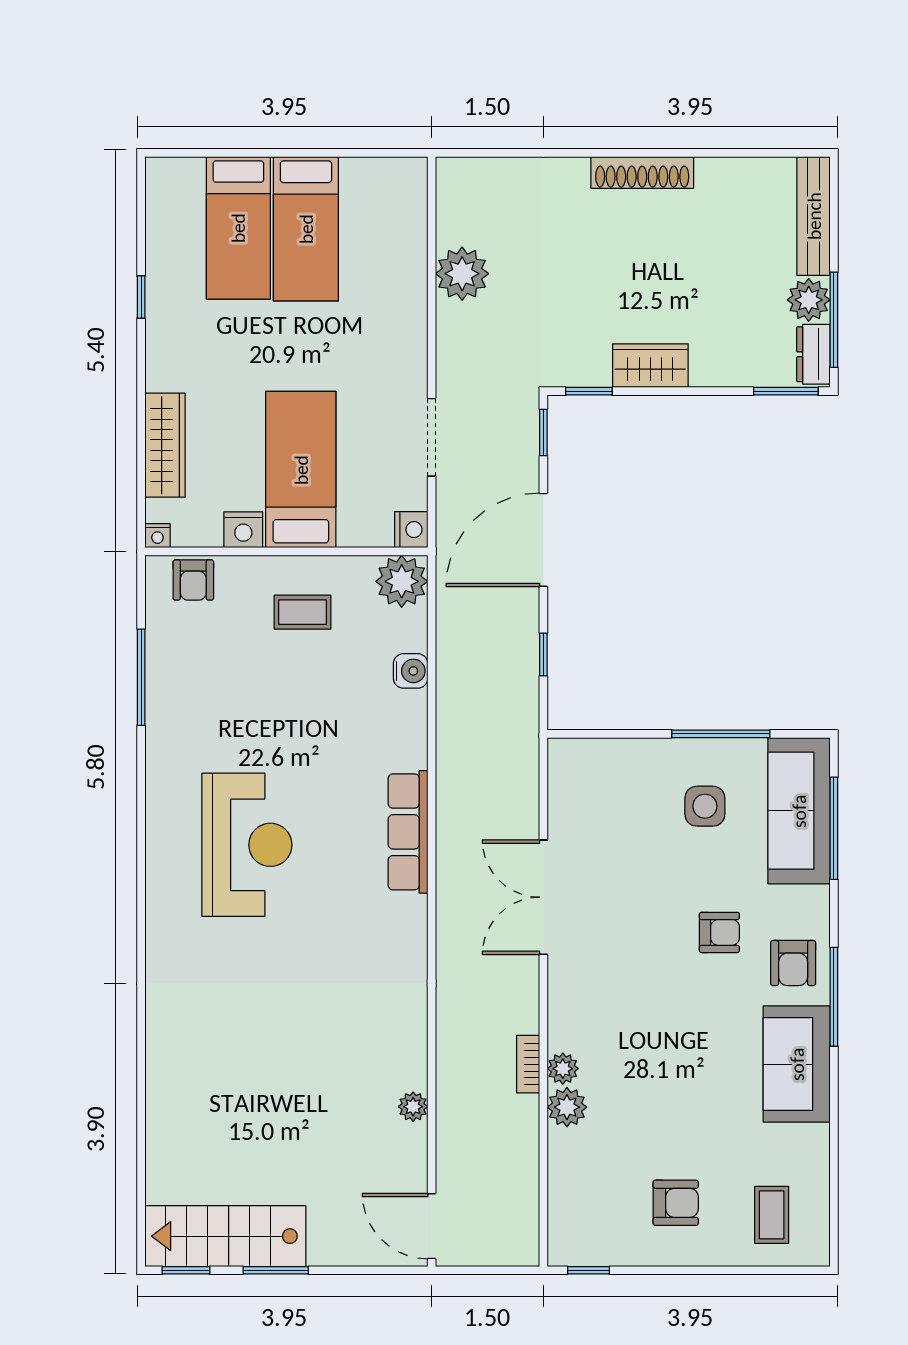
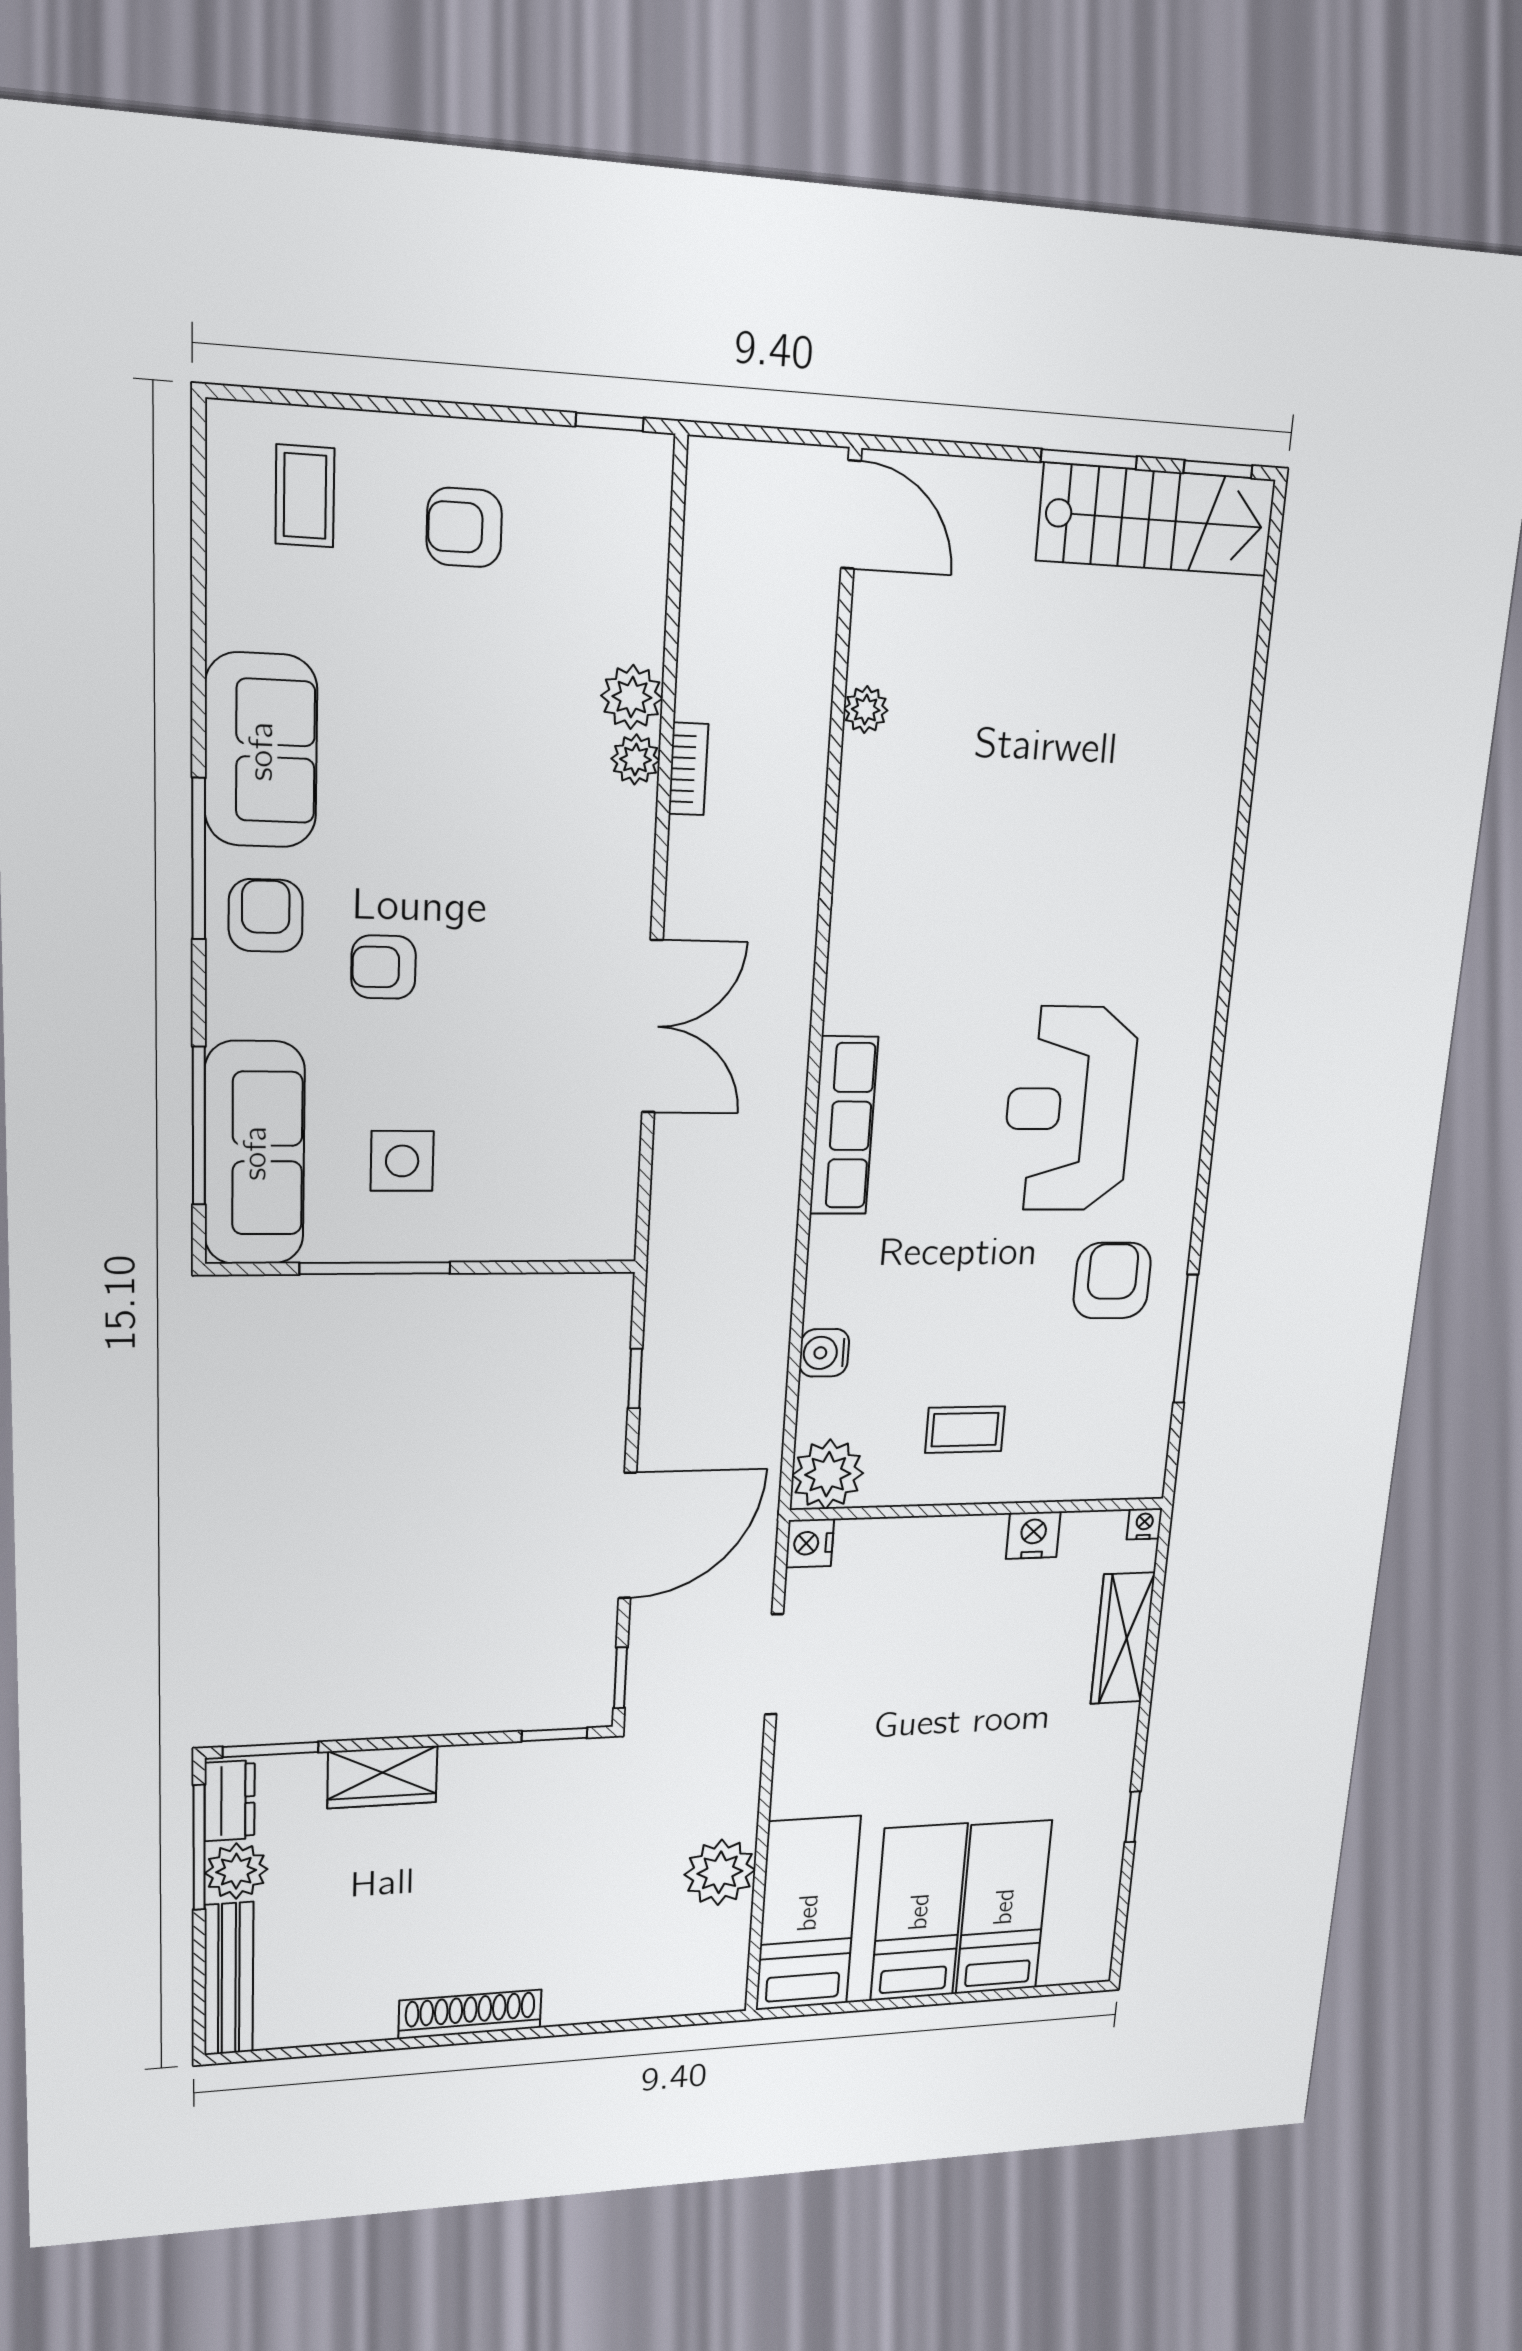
wardrobe: (650, 366) -> (382, 1777), moved
bed: (301, 470) -> (808, 1913), moved, turned 180
armchair: (193, 580) -> (1112, 1281), moved, width x1.38, depth x1.38

